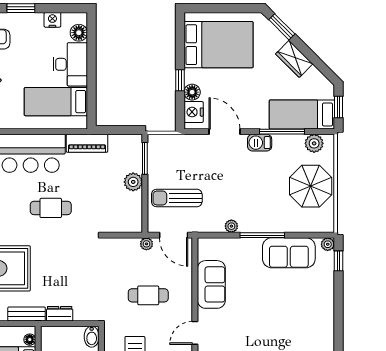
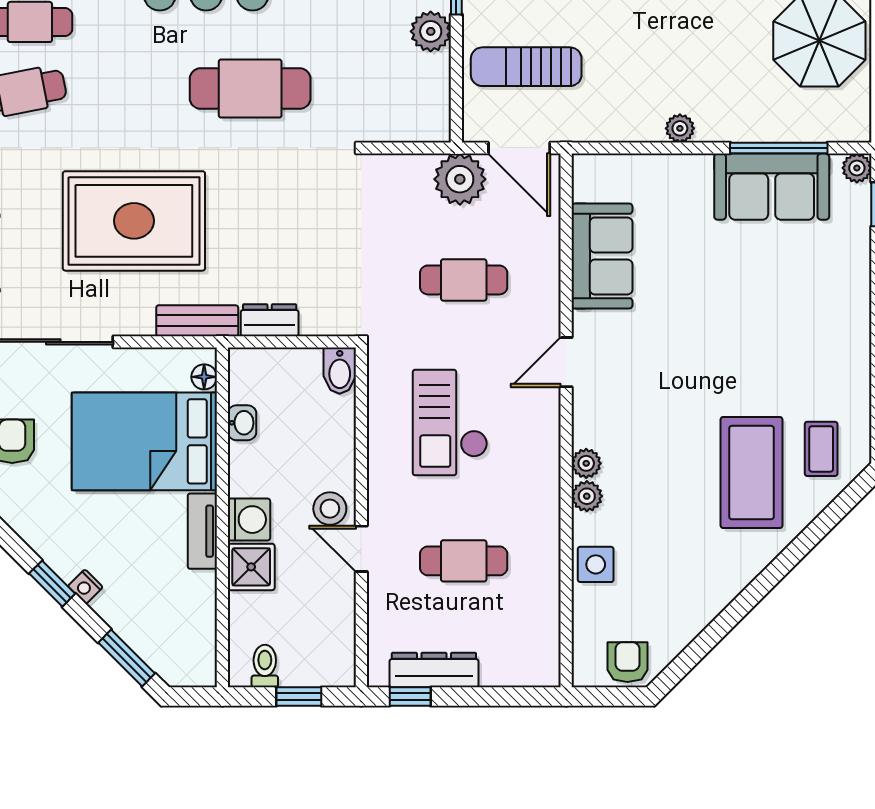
cafe table: (51, 208) -> (250, 89), width x1.37, depth x1.35
plant: (231, 226) -> (680, 128), moved
window: (262, 235) -> (779, 148), moved
plant: (146, 244) -> (460, 179), width x1.88, depth x1.88

